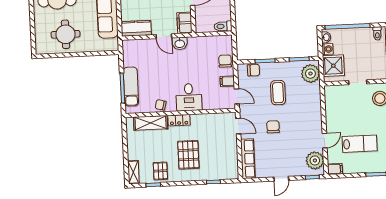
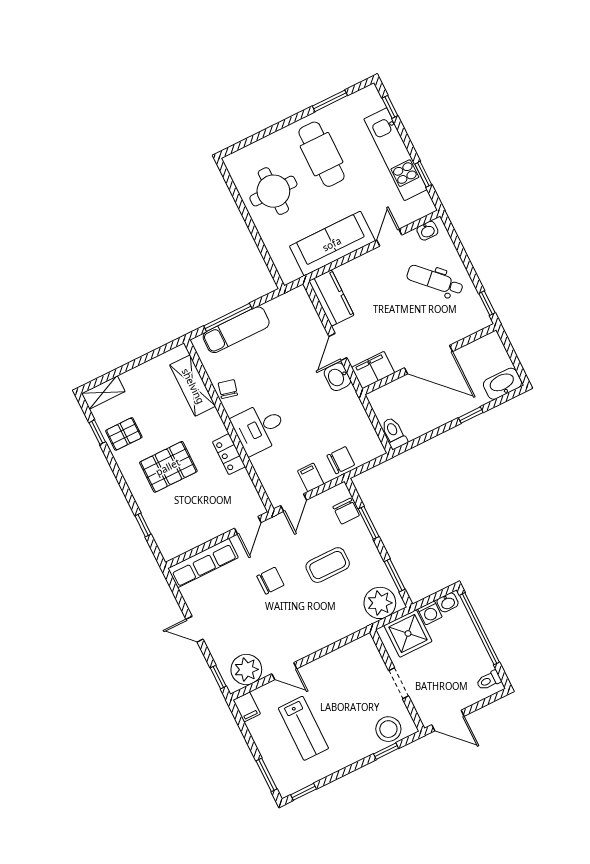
locker: (179, 120) -> (229, 454), moved

